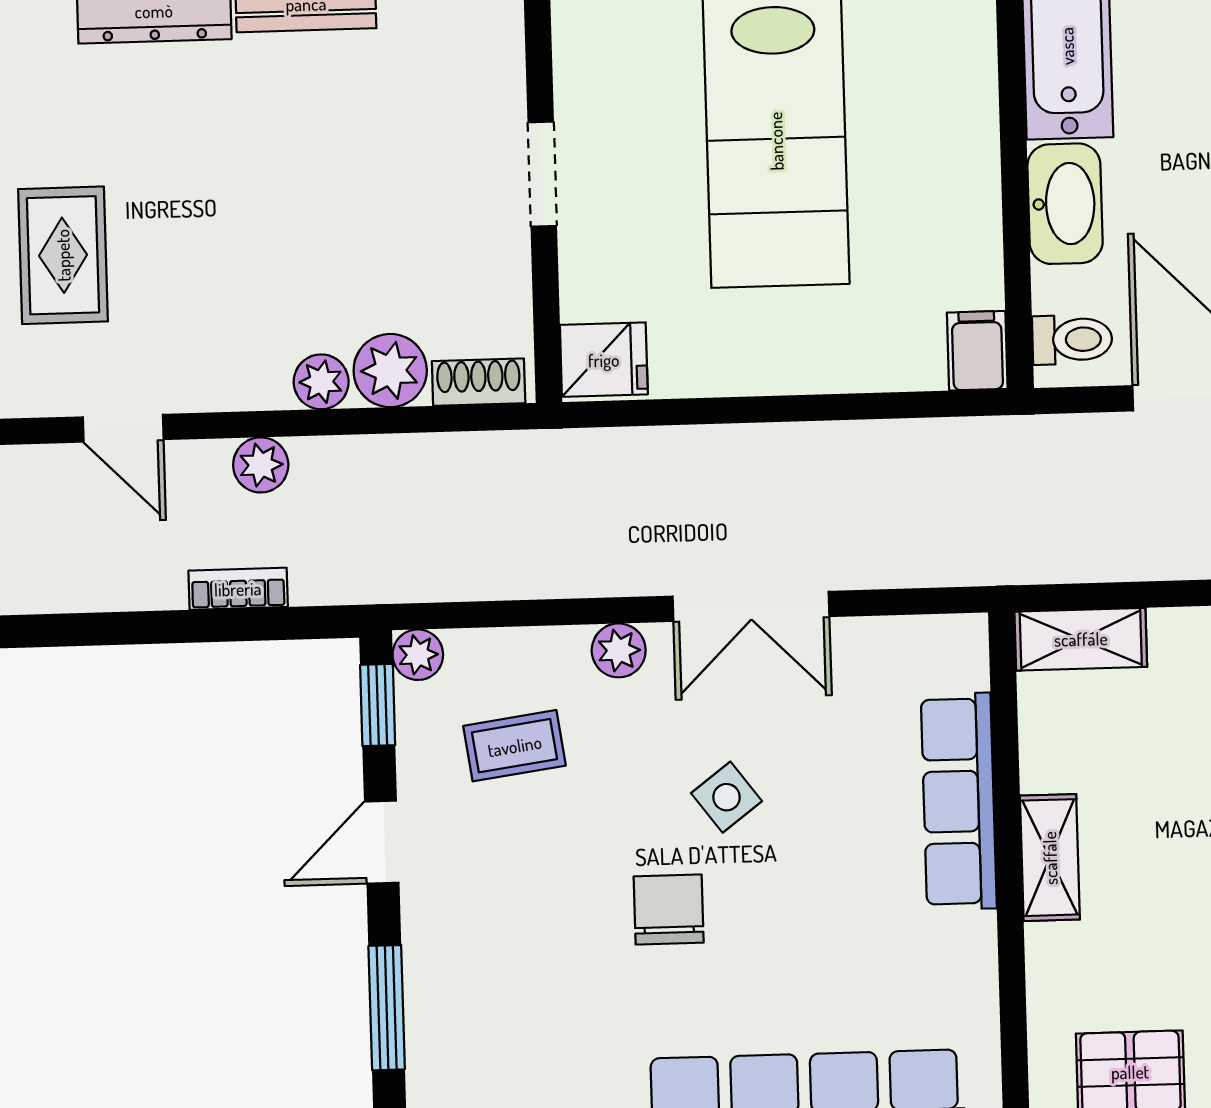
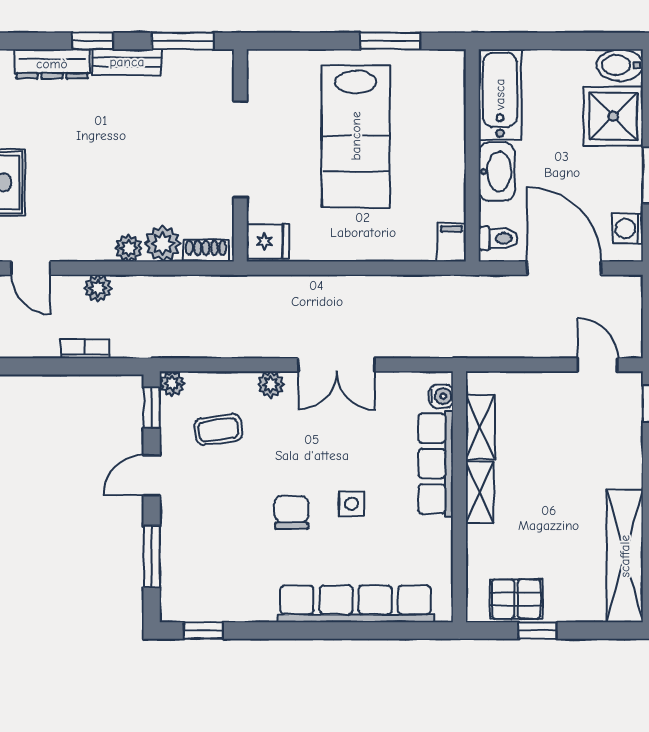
doorway: (542, 174) -> (240, 149), width x1.87
shelving: (1081, 639) -> (480, 427), moved, turned 90
water cooler: (966, 664) -> (441, 396), added
side table: (727, 797) -> (352, 504), moved, turned 37

